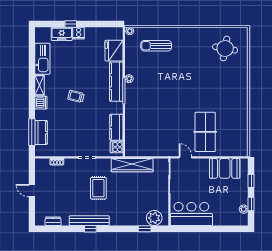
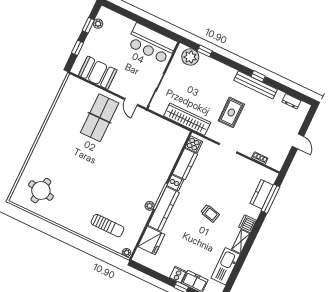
cooker: (117, 108) -> (175, 183), added

